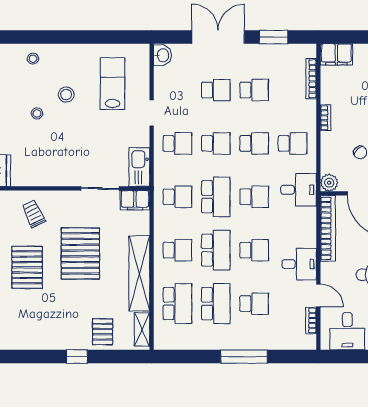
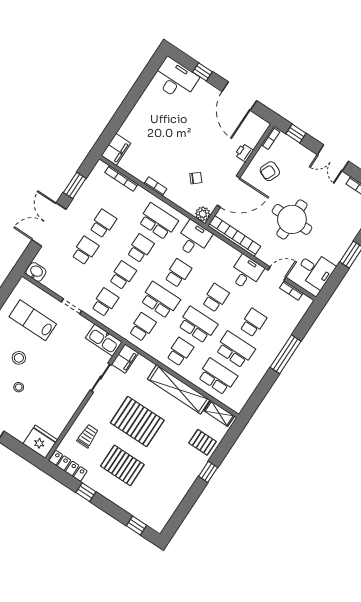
school desk: (293, 143) -> (158, 221), width x1.85
trolley: (34, 214) -> (88, 436), turned 115

